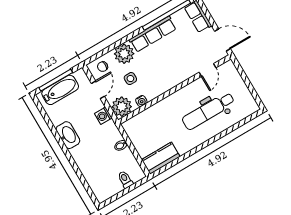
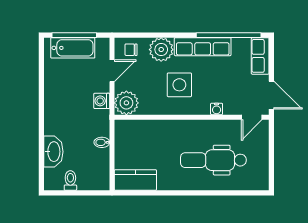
door: (207, 70) -> (252, 117), moved
side table: (130, 79) -> (179, 85), moved, width x1.87, depth x1.87
water cooler: (141, 101) -> (217, 109), moved
washbasin: (68, 135) -> (53, 152), moved
toilet: (125, 180) -> (70, 180), moved

